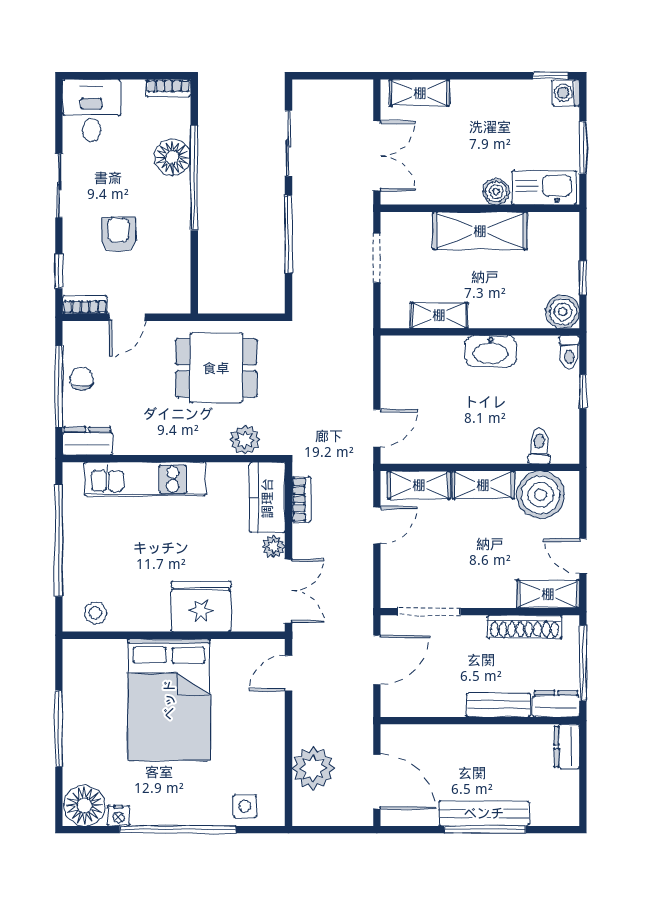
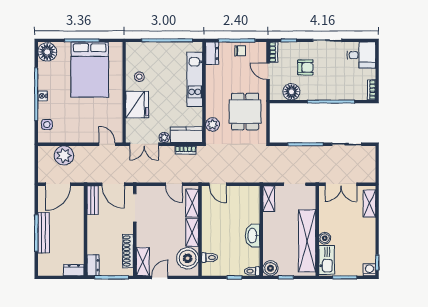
floor lamp: (172, 157) -> (291, 92), moved
shelving: (480, 231) -> (307, 241), width x1.47
shelving: (439, 315) -> (269, 199), moved
stool: (95, 613) -> (139, 77), moved
bed: (169, 700) -> (90, 70), moved, turned -90
bench: (499, 705) -> (93, 200), moved
nightstand: (118, 816) -> (43, 96), moved

